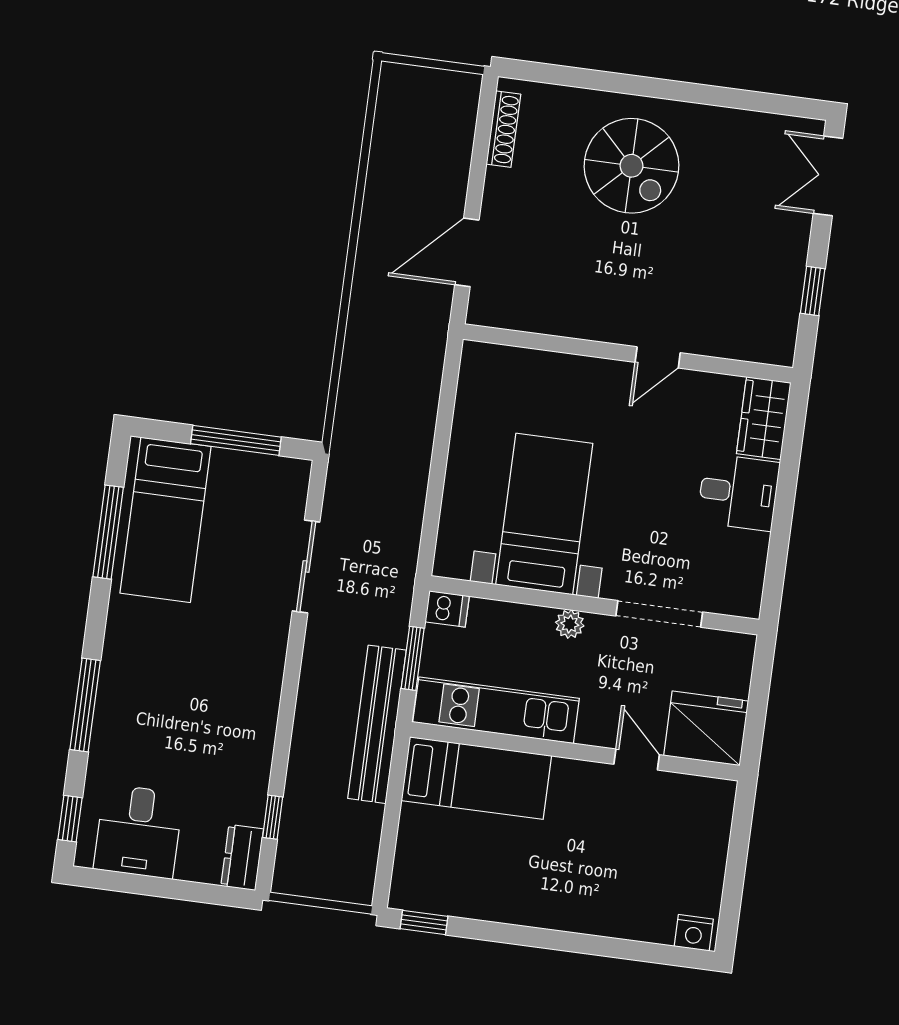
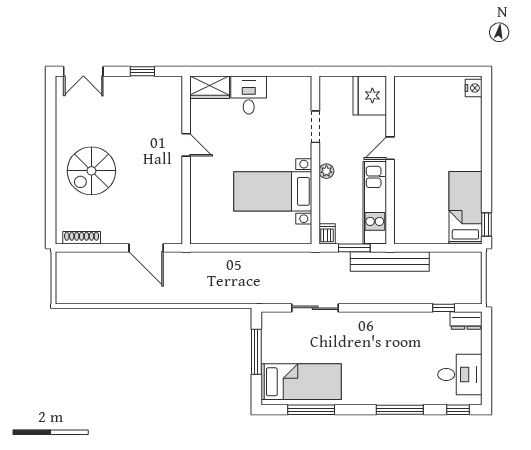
spiral stairs: (631, 166) -> (91, 171), turned 180
doorway: (659, 614) -> (315, 127), width x0.73
door: (637, 759) -> (390, 148), moved
bed: (476, 778) -> (465, 208), moved

